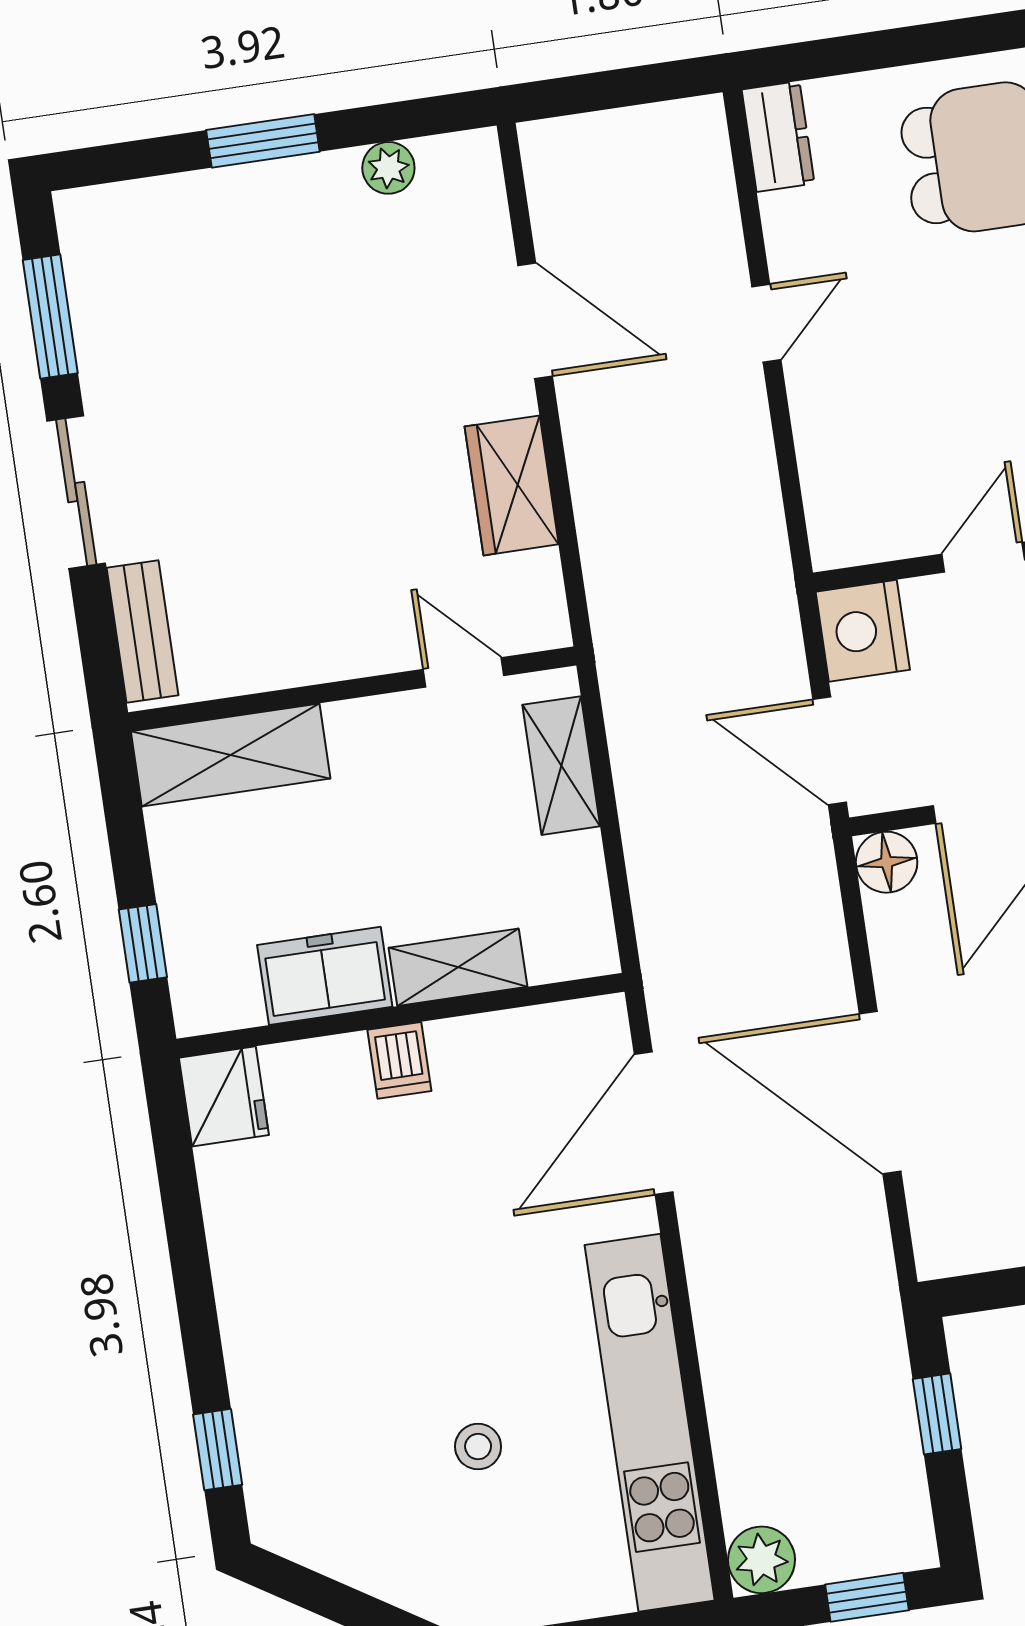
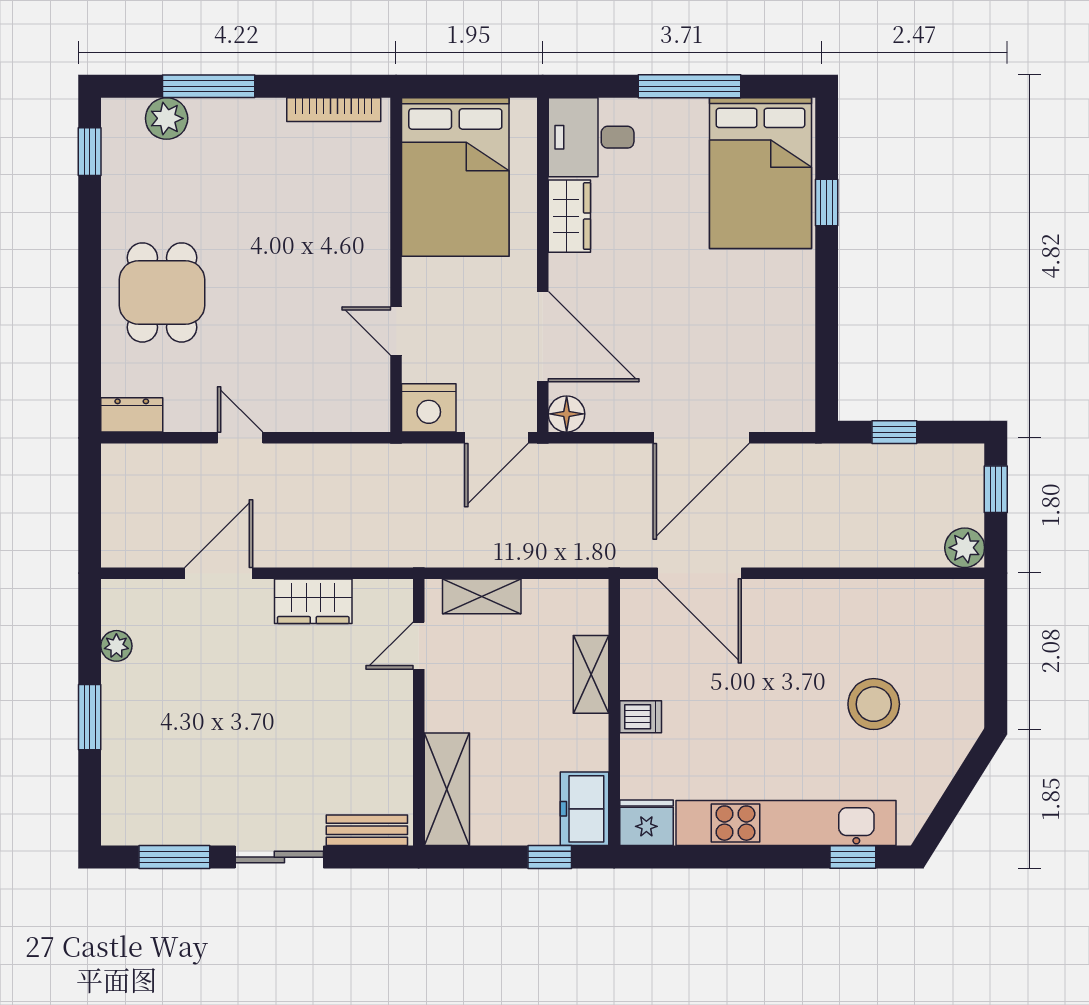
freezer: (325, 976) -> (585, 809), moved
kitchen unit: (650, 1423) -> (786, 823), moved, turned 180
stool: (478, 1447) -> (874, 704), width x1.89, depth x1.89

